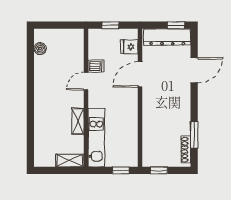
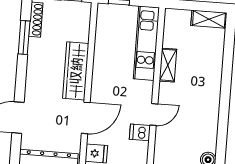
wardrobe: (151, 111) -> (76, 71), added
shelving: (70, 161) -> (209, 19), moved

